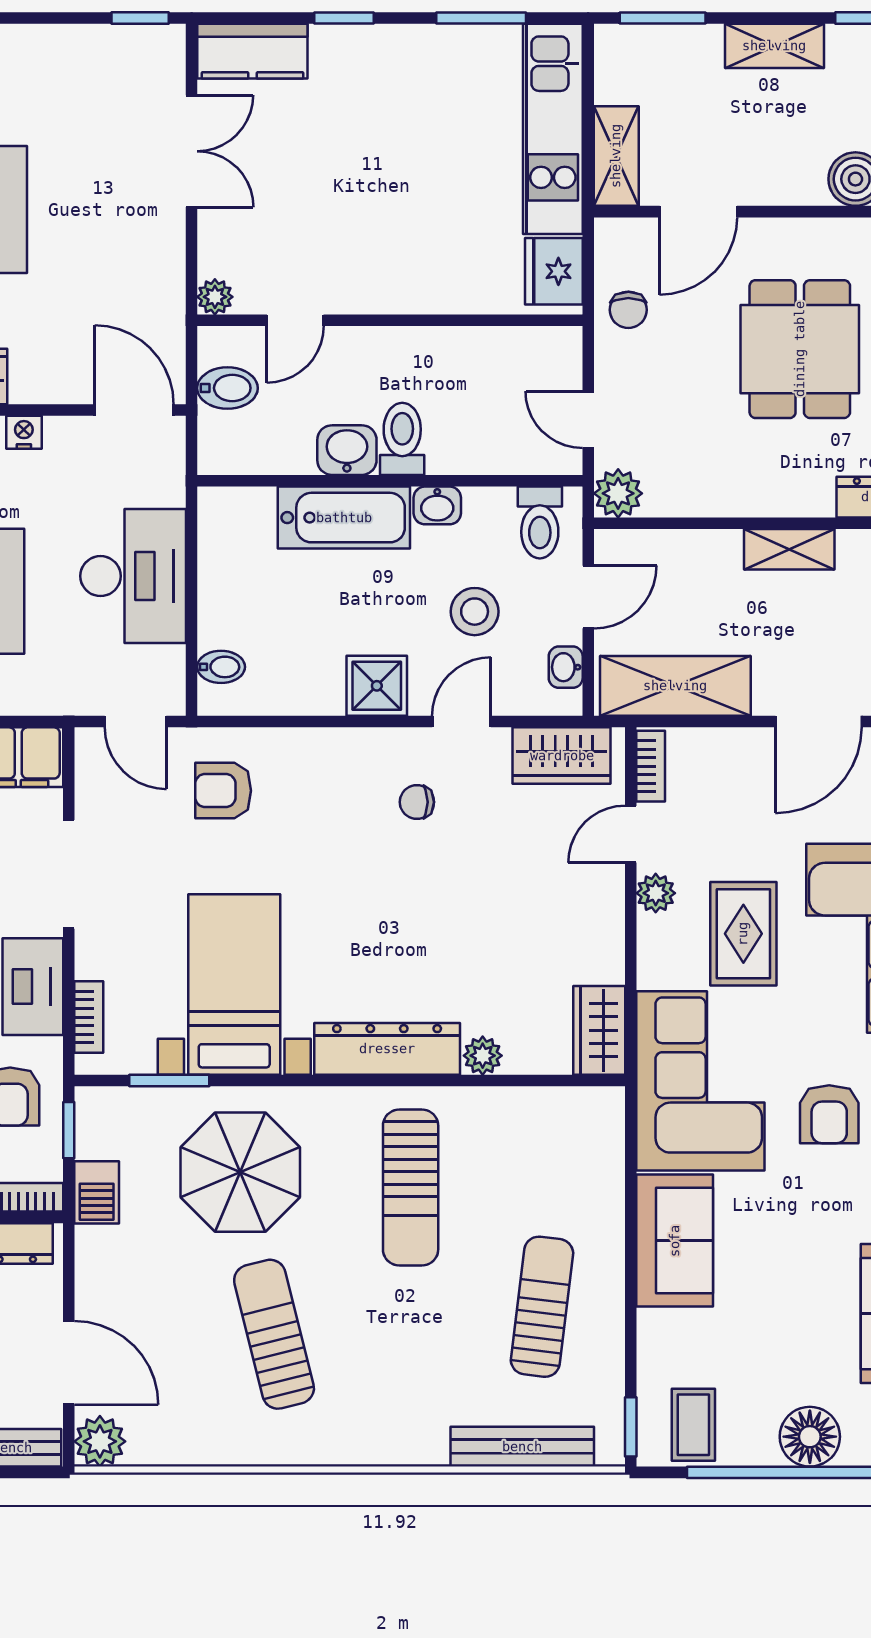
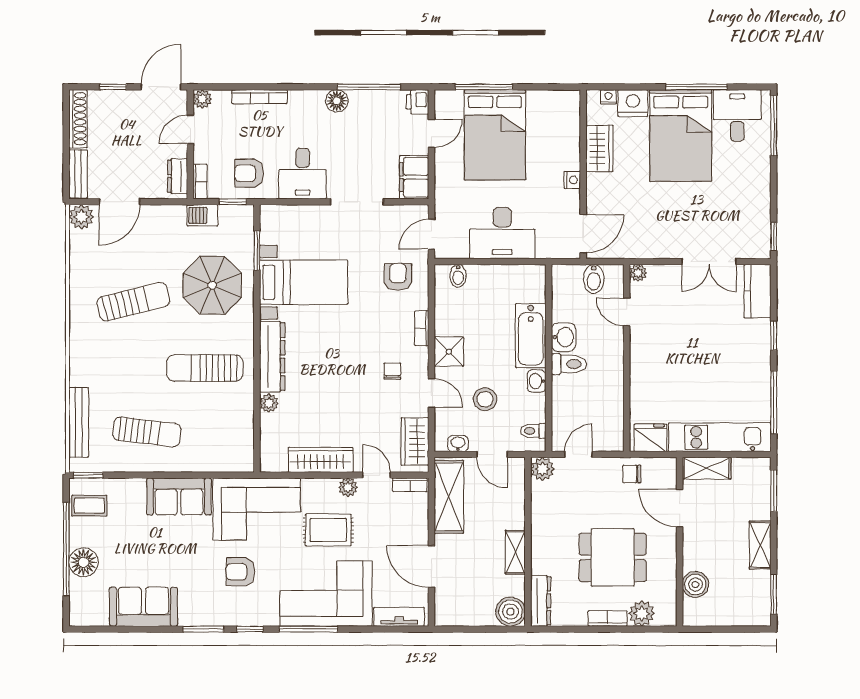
window: (481, 18) -> (774, 402), width x1.44
toilet: (540, 522) -> (533, 431), width x0.73, depth x0.72
bookcase: (89, 1017) -> (422, 328), moved, turned 90
wardrobe: (599, 1030) -> (321, 460), moved, width x1.50

